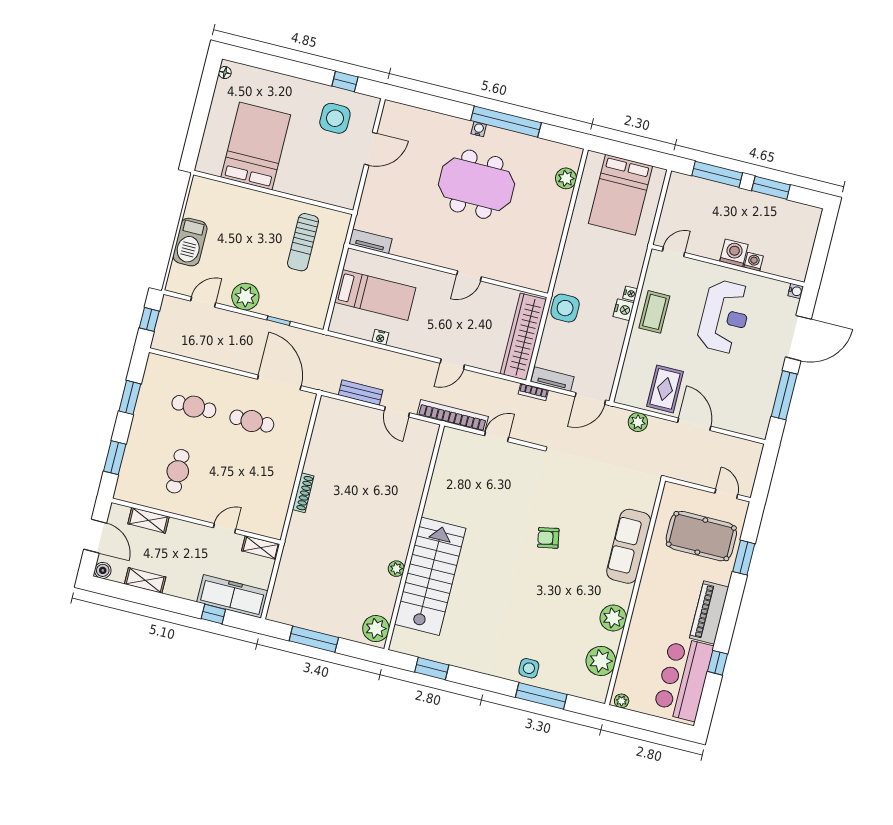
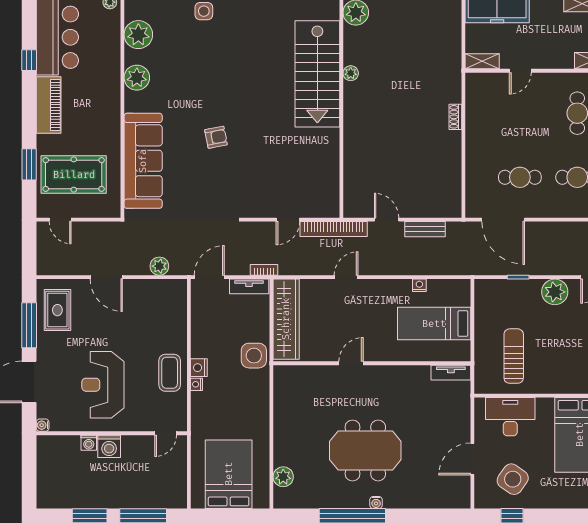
side table: (335, 118) -> (513, 479), turned 35
desk: (322, 182) -> (510, 417), added
rug: (665, 389) -> (57, 310), moved
shoe rack: (303, 493) -> (455, 117), width x0.70
sofa: (629, 546) -> (143, 161), width x1.36, depth x1.27

